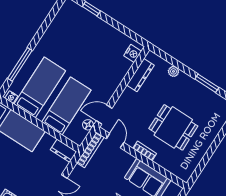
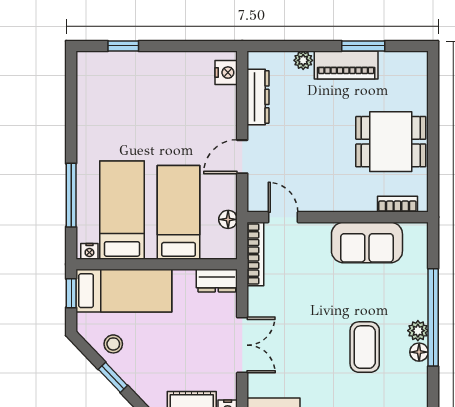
piano: (193, 87) -> (346, 65), added
door: (104, 115) -> (242, 157), moved
dining table: (173, 127) -> (391, 142), moved
bookcase: (145, 151) -> (397, 204), moved

